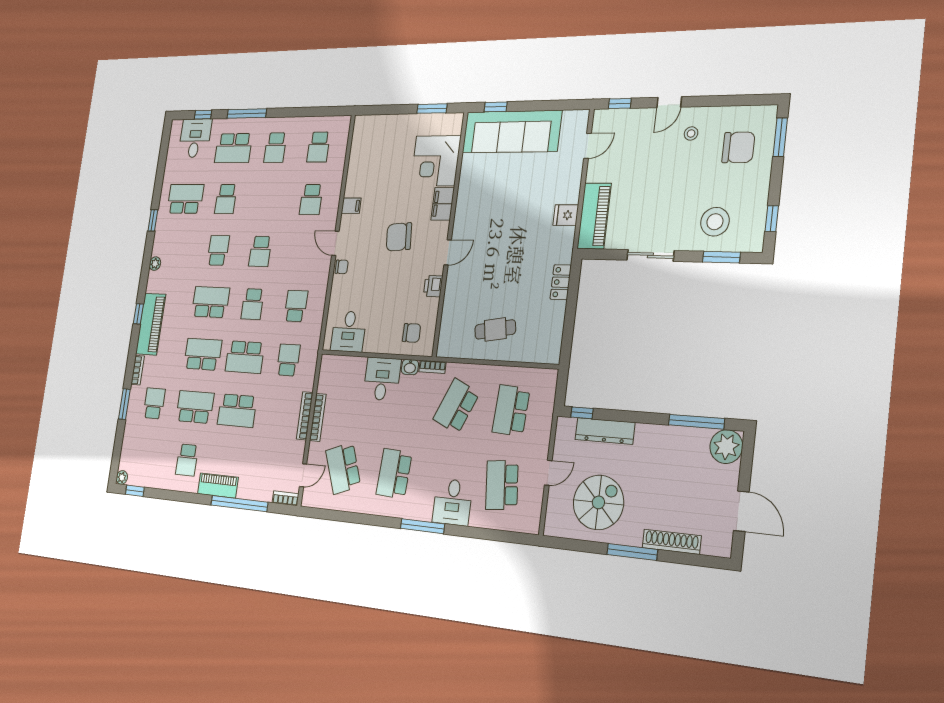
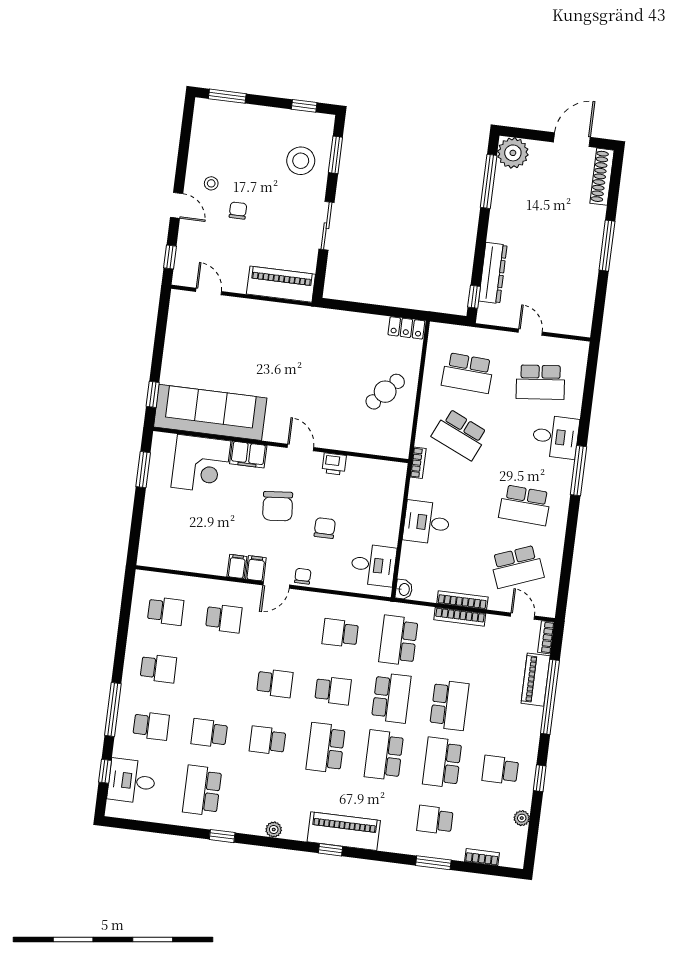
sofa: (512, 132) -> (210, 412), moved, turned -90
chair: (738, 147) -> (238, 211), moved, width x0.54, depth x0.54
school desk: (233, 148) -> (151, 726), width x0.54
school desk: (226, 199) -> (209, 733), turned 180
fridge: (566, 215) -> (276, 315), removed
filing cabinet: (349, 223) -> (256, 568), added
locker: (561, 282) -> (406, 328), moved
cafe table: (495, 329) -> (385, 392), turned 52
chair: (412, 333) -> (325, 528), moved
school desk: (288, 360) -> (398, 640), width x1.85
washbasin: (410, 367) -> (404, 589), moved
bookcase: (138, 370) -> (482, 857), moved
school desk: (187, 460) -> (500, 770), turned 180
plant: (122, 477) -> (522, 818), moved
piano: (218, 485) -> (536, 680), moved
window: (135, 491) -> (540, 778), moved
spiral stairs: (598, 502) -> (560, 280), removed
shoe rack: (672, 542) -> (602, 177), moved

